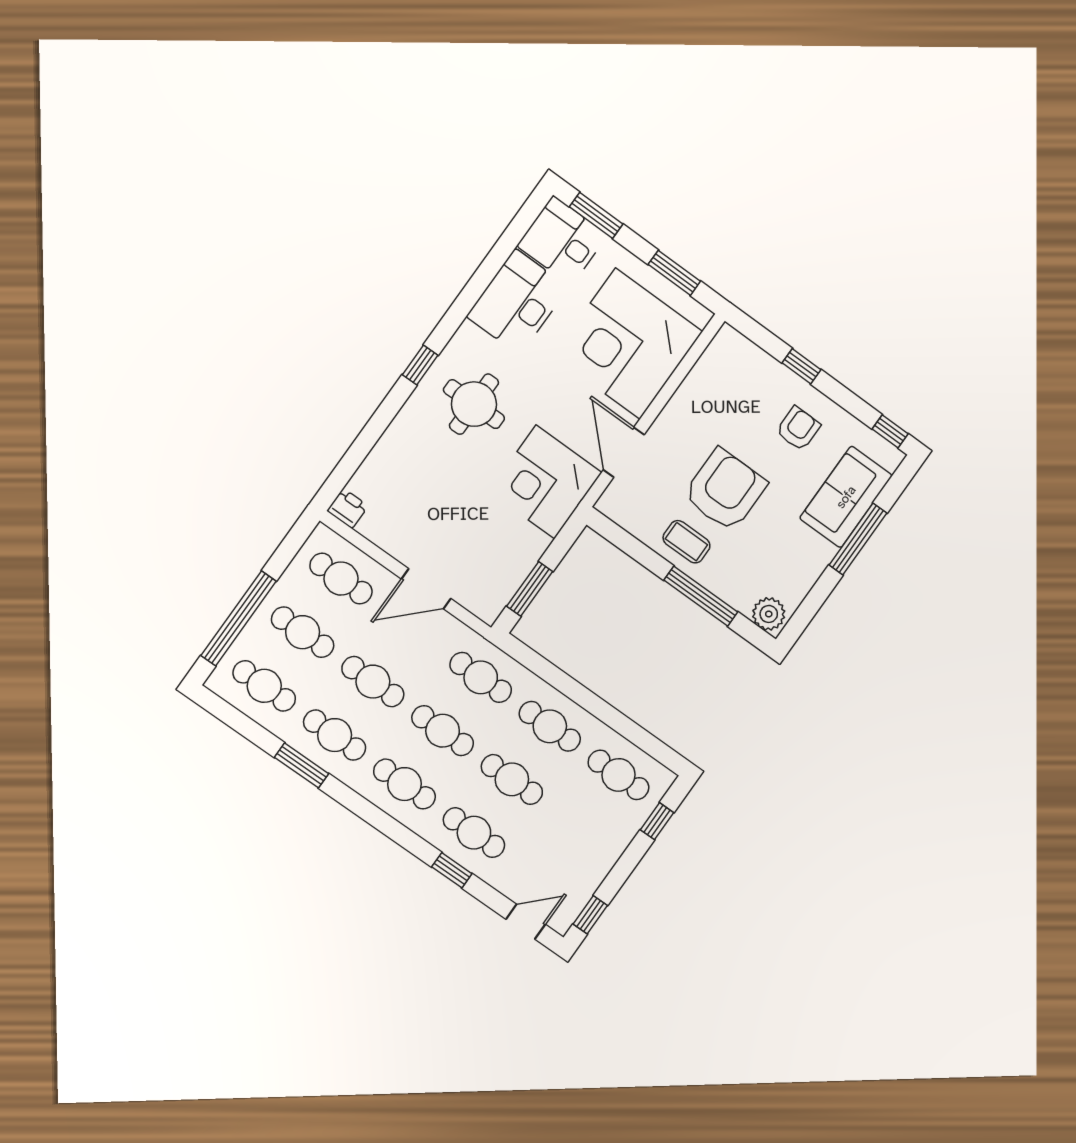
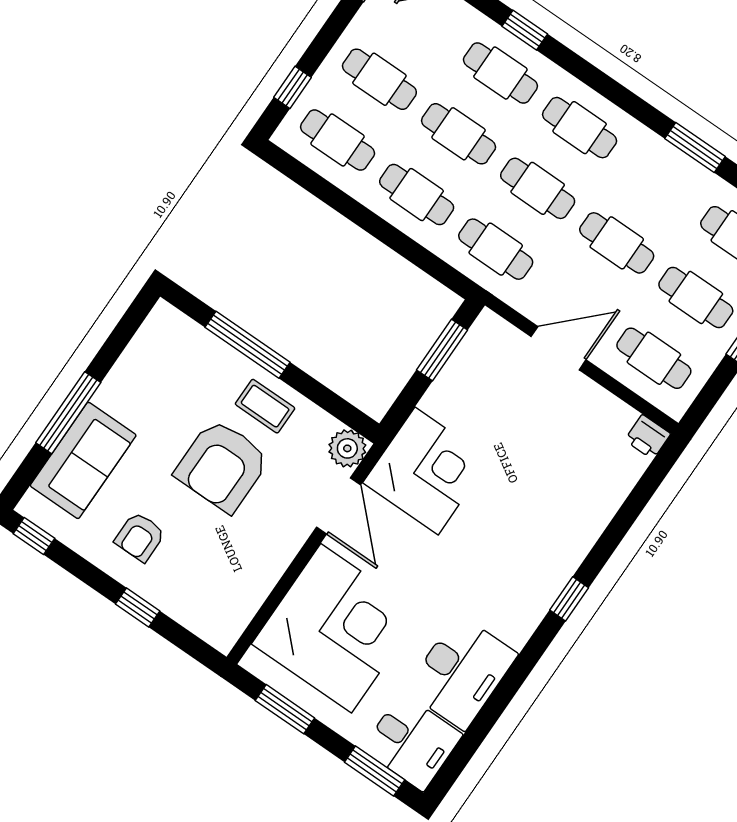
round table: (474, 404) -> (508, 557), removed
plant: (769, 614) -> (347, 448), moved
cafe table: (335, 735) -> (379, 79), moved

